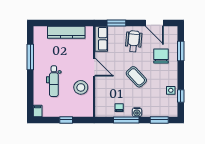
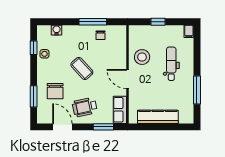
wheelchair: (134, 41) -> (85, 107), turned 73
water cooler: (137, 112) -> (57, 30), moved
window: (159, 120) -> (57, 22), removed

